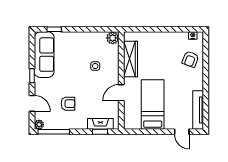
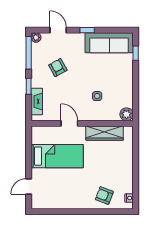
door: (32, 103) -> (58, 30), swing flipped
armchair: (68, 104) -> (58, 68), turned 151
tv unit: (198, 110) -> (51, 204), removed
window: (100, 132) -> (29, 86), moved

